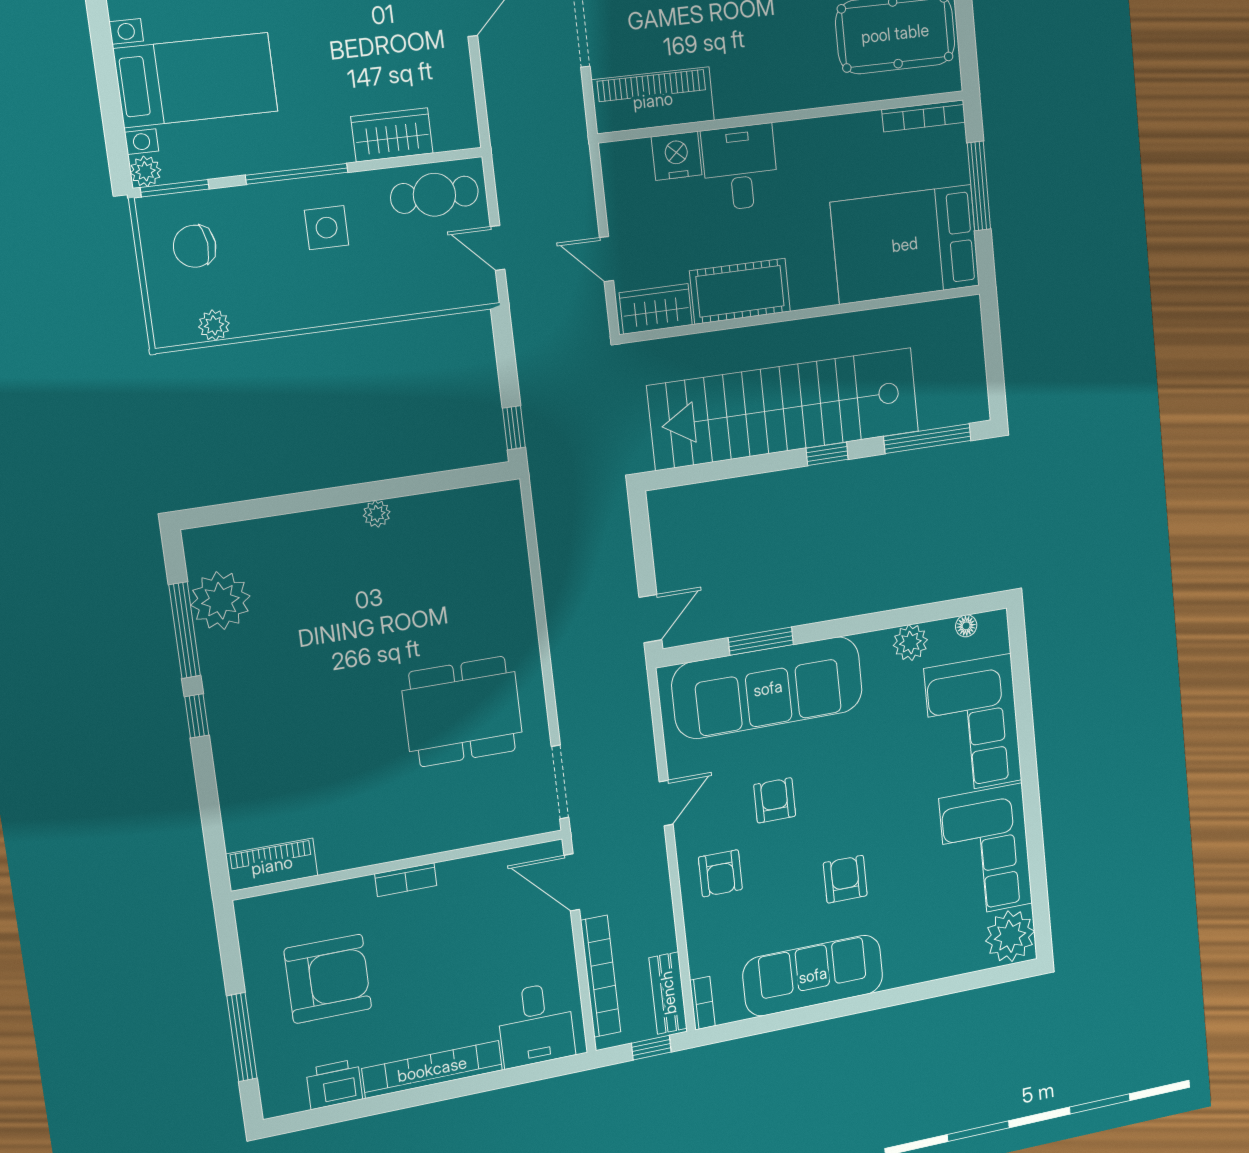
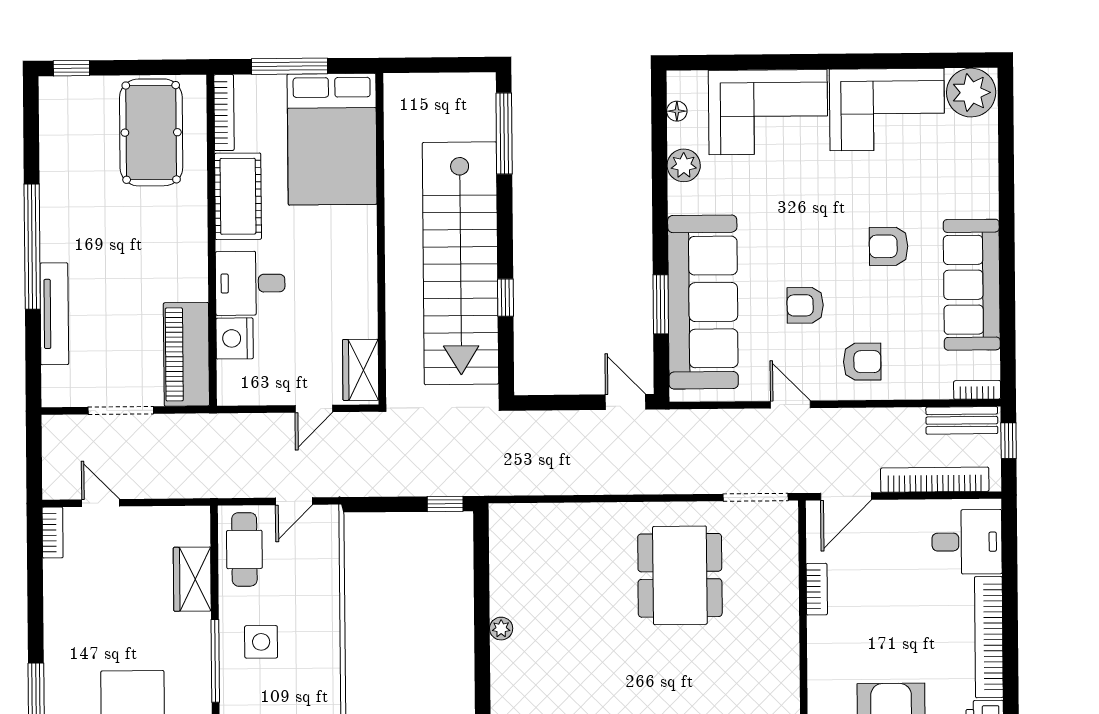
cot: (740, 291) -> (238, 196), moved
window: (827, 454) -> (506, 298), moved
bookcase: (406, 880) -> (817, 589), moved

